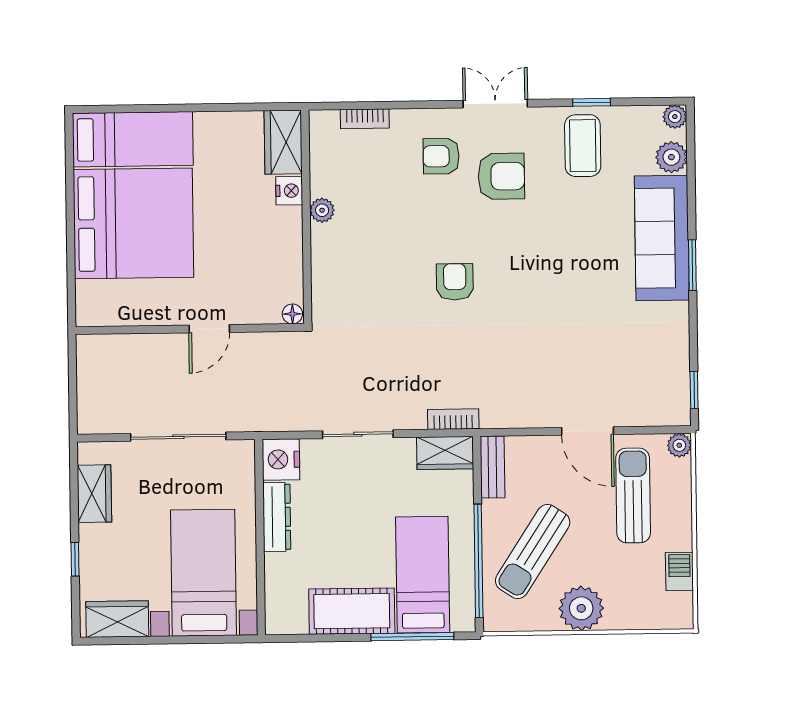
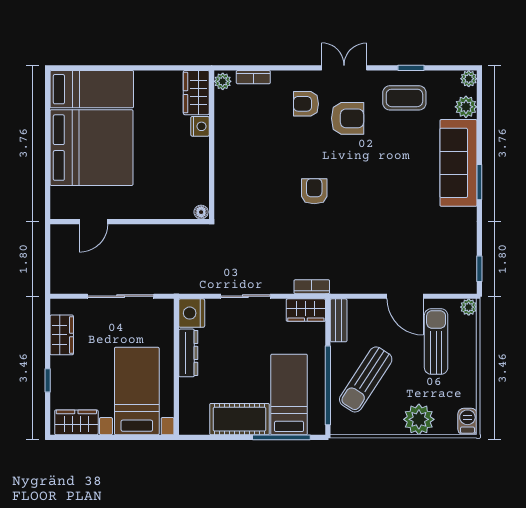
coffee table: (583, 146) -> (404, 98), turned 90
plant: (322, 210) -> (223, 81), moved
door: (209, 329) -> (94, 222), moved
barbecue: (679, 571) -> (467, 422), moved
plant: (581, 608) -> (419, 419), moved

